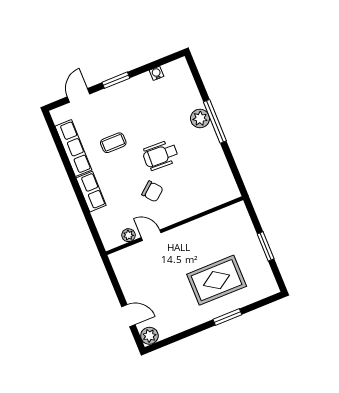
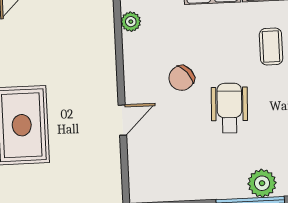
door: (151, 235) -> (122, 120), moved

